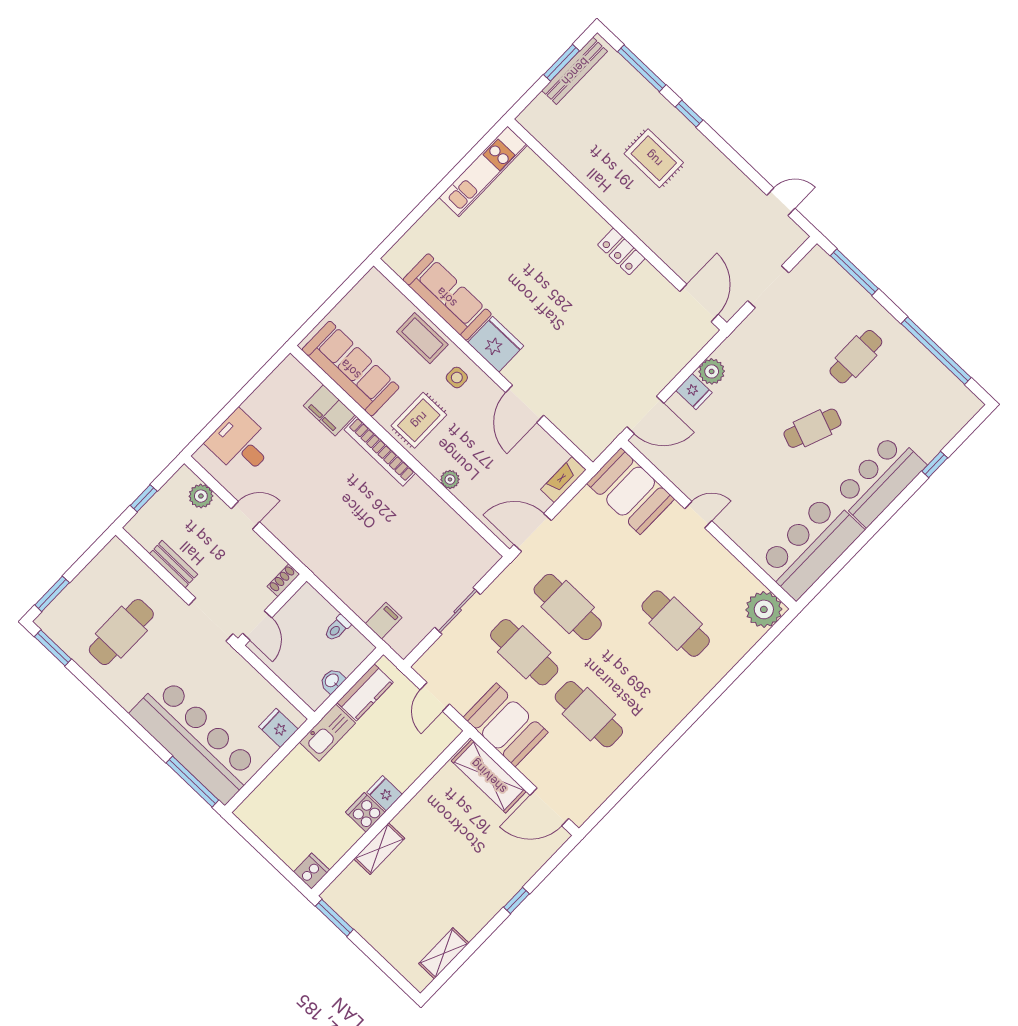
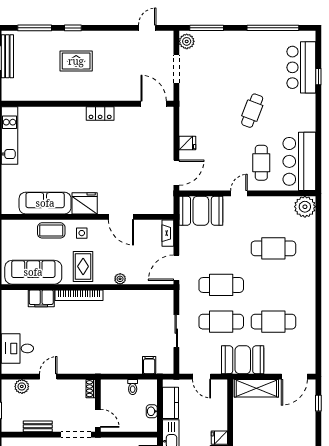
cafe table: (856, 357) -> (261, 163), moved
plant: (712, 371) -> (187, 41), moved
bar counter: (879, 480) -> (301, 67), moved
window: (516, 901) -> (318, 403), moved

